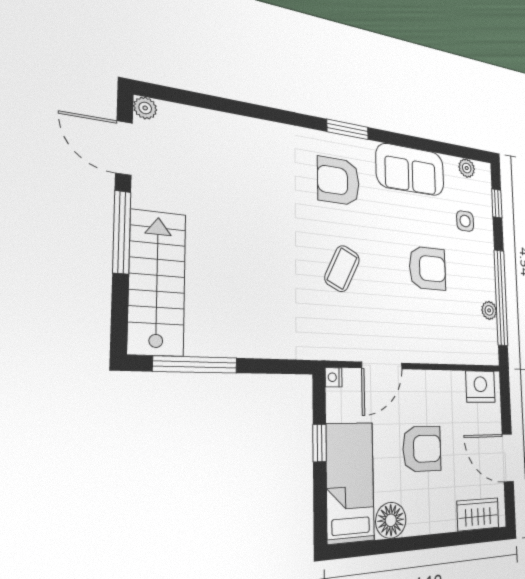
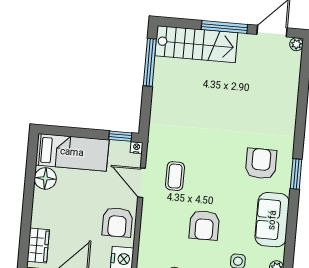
coffee table: (342, 269) -> (175, 176), moved, turned 64
window: (319, 443) -> (120, 136), moved
armchair: (422, 449) -> (117, 222), moved

